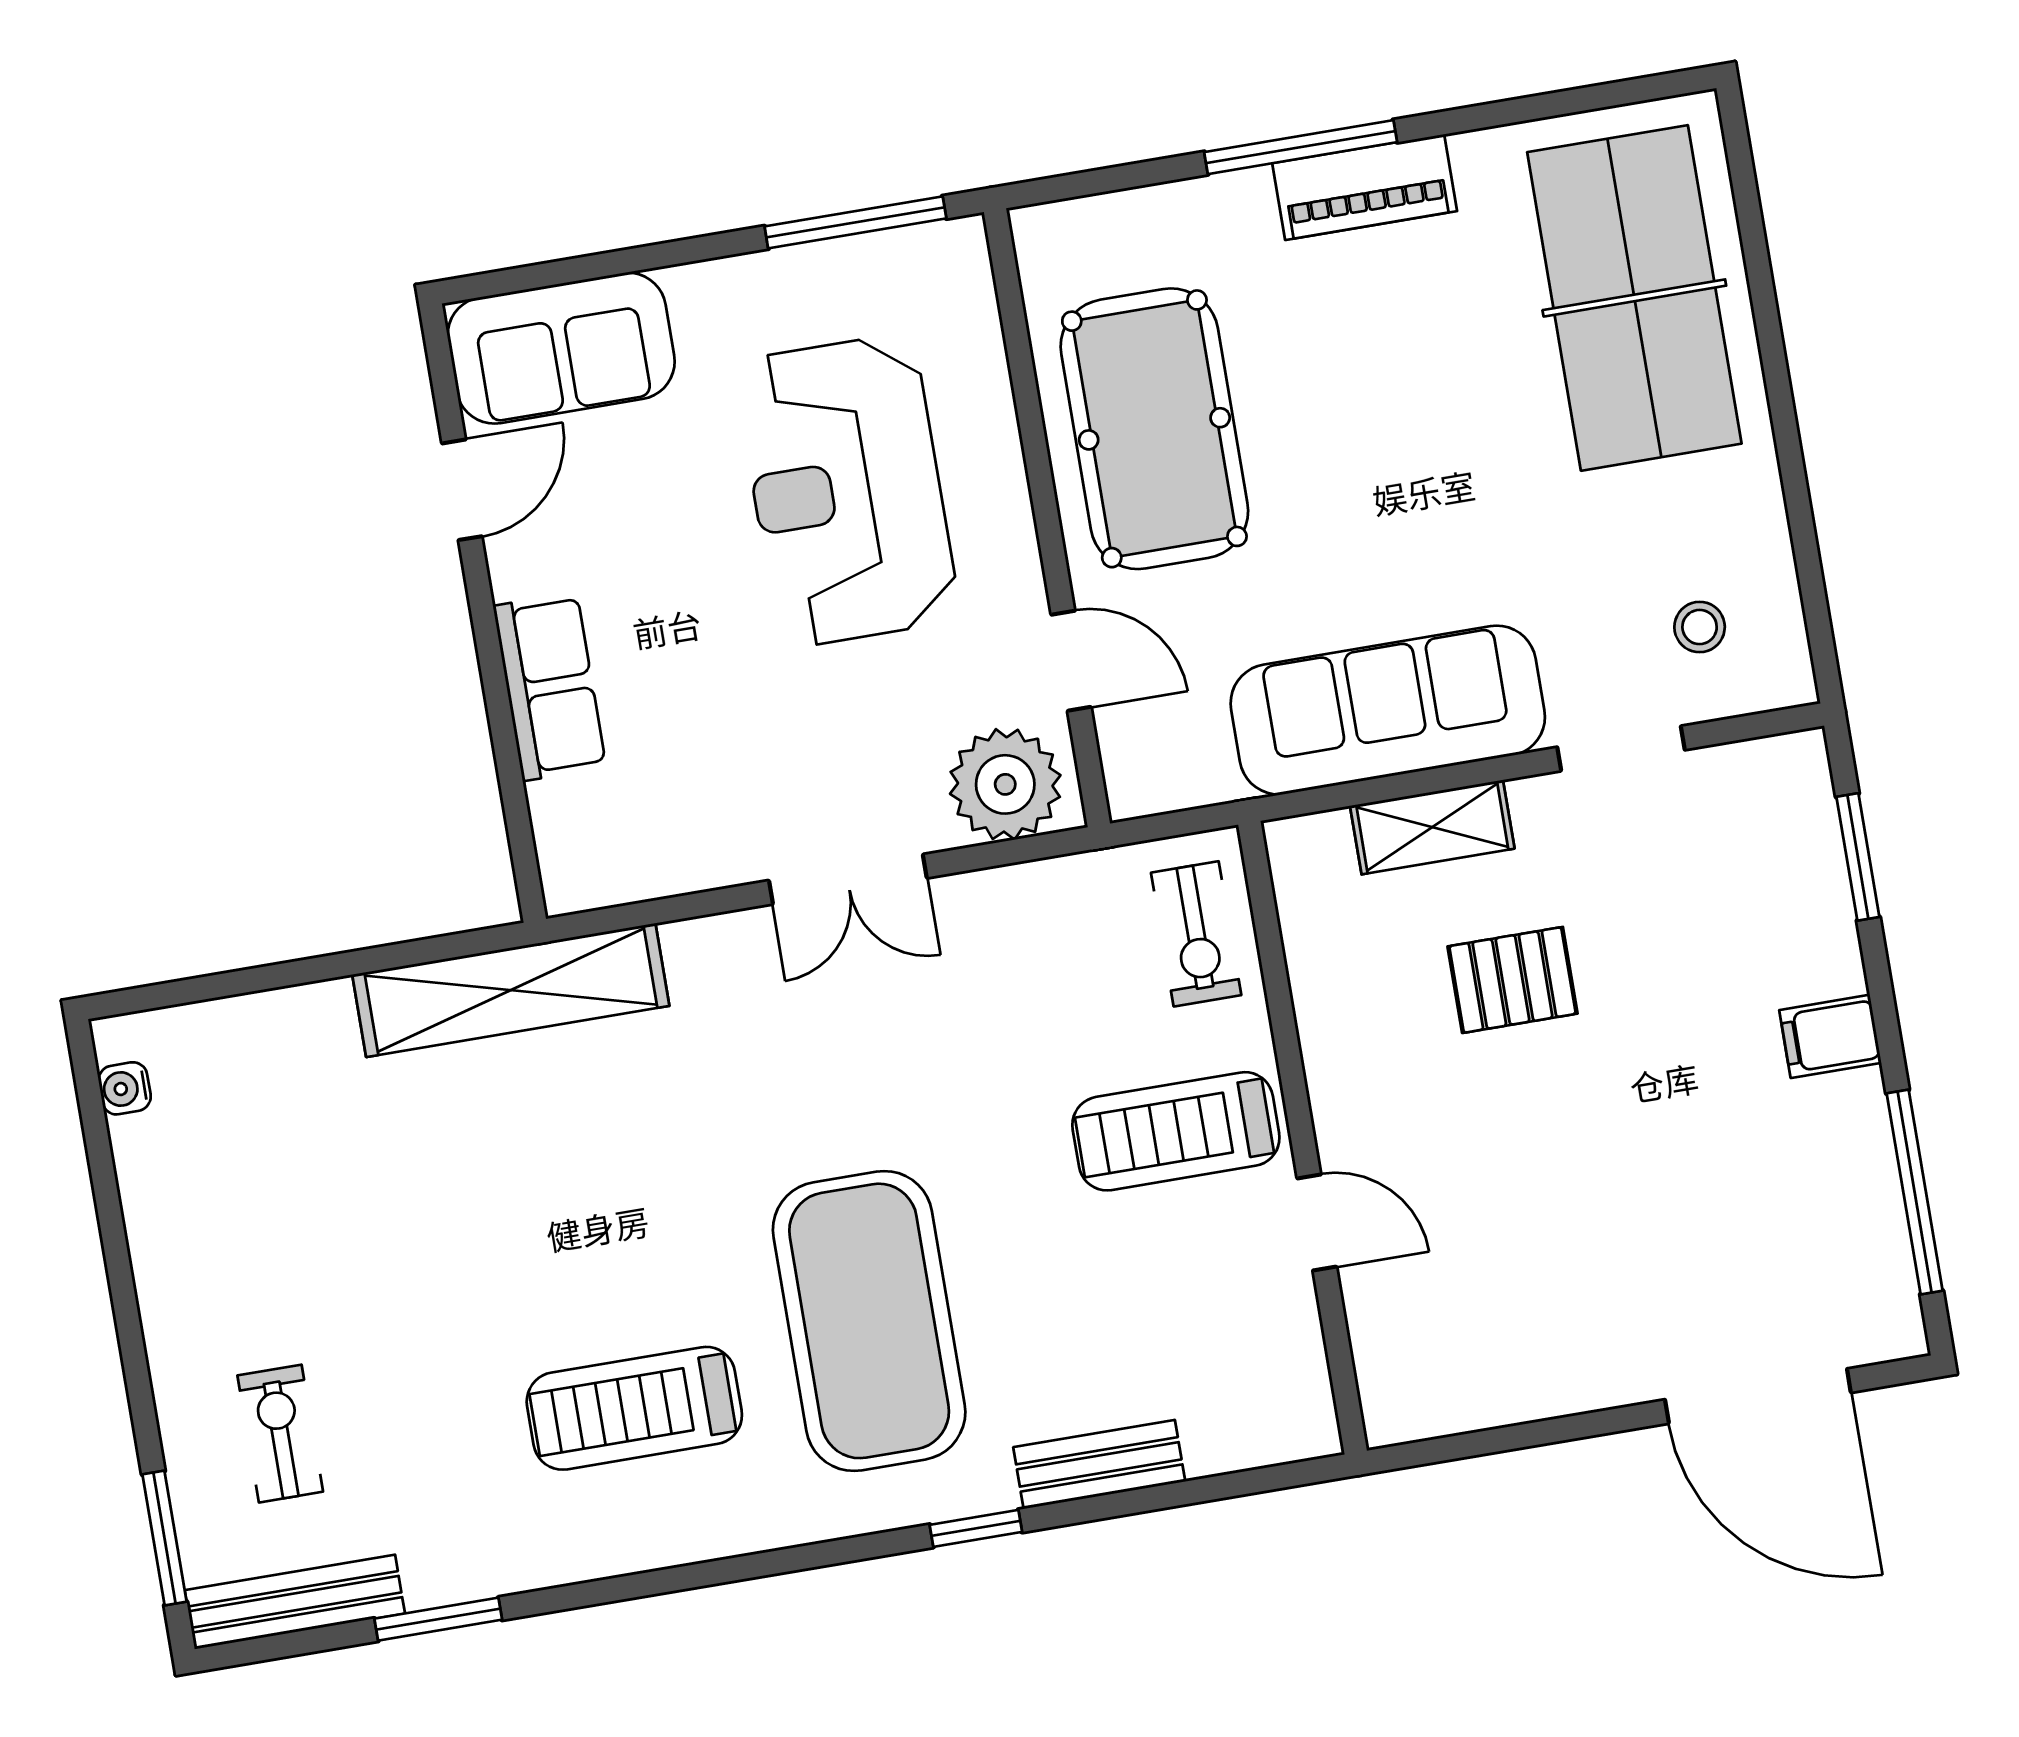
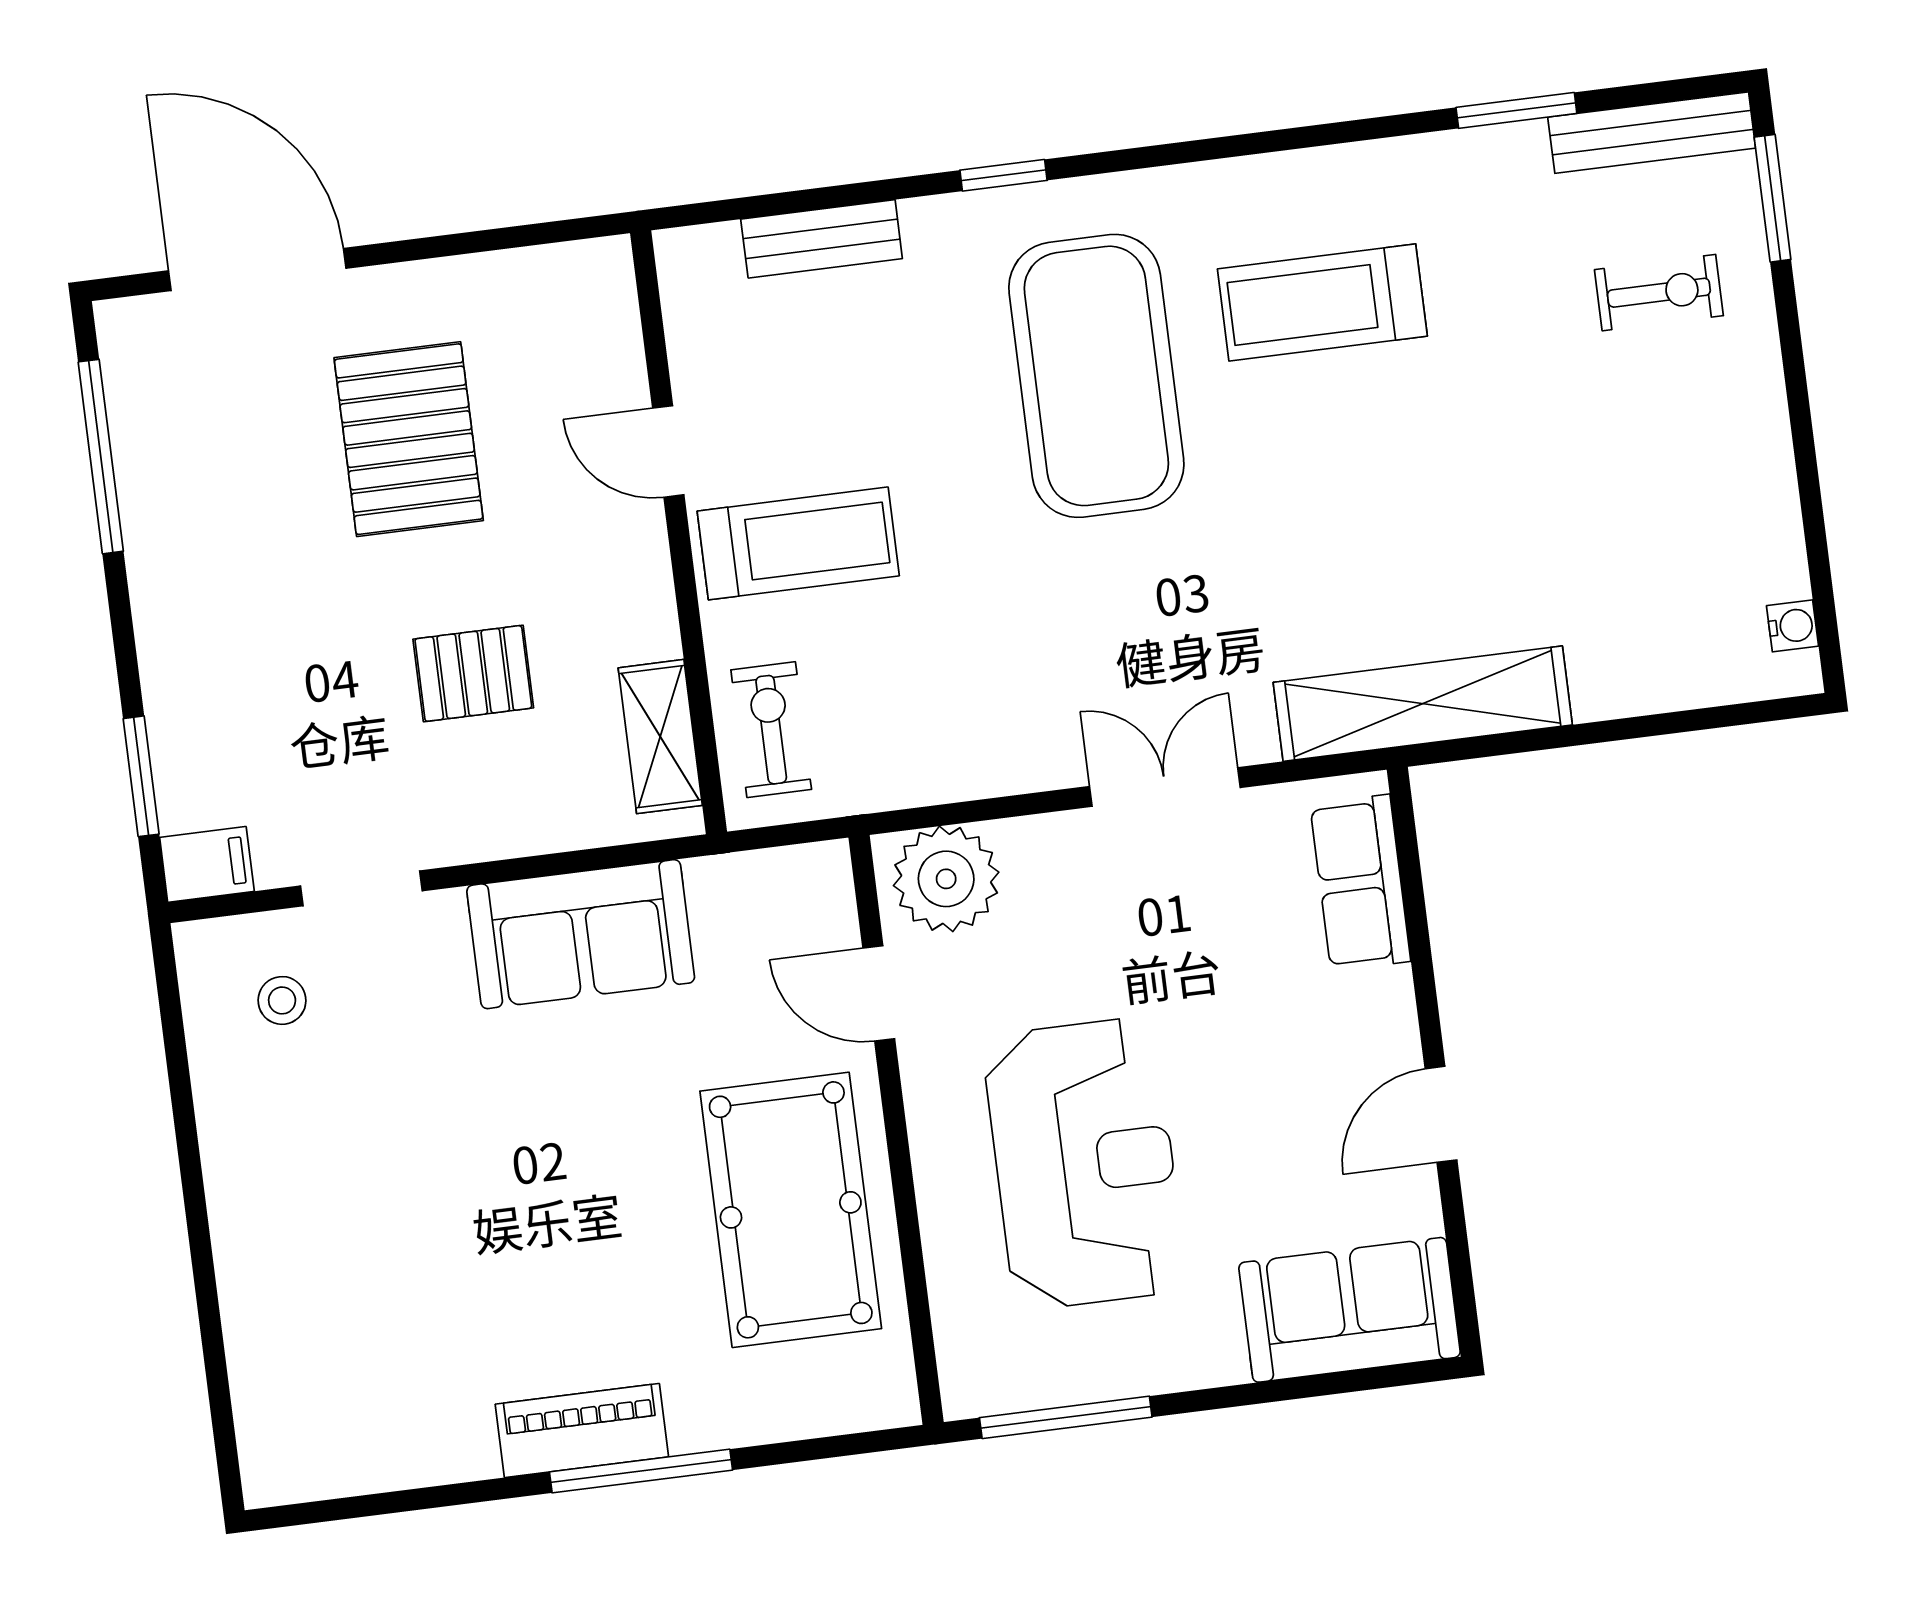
table tennis table: (1634, 298) -> (331, 1315), removed
door: (462, 490) -> (1441, 1114), moved
row of seats: (550, 687) -> (1360, 883), moved
sofa: (1388, 710) -> (581, 934), width x0.73
shelving: (1432, 827) -> (660, 737), moved, turned 90
double door: (848, 879) -> (1165, 787), moved
filing cabinet: (1830, 1036) -> (207, 864), moved
pallet: (1591, 1224) -> (409, 439), added
treadmill: (634, 1408) -> (1322, 303), turned 180
exercise bike: (280, 1434) -> (1659, 293), turned -90
bench: (1099, 1464) -> (822, 239), moved

